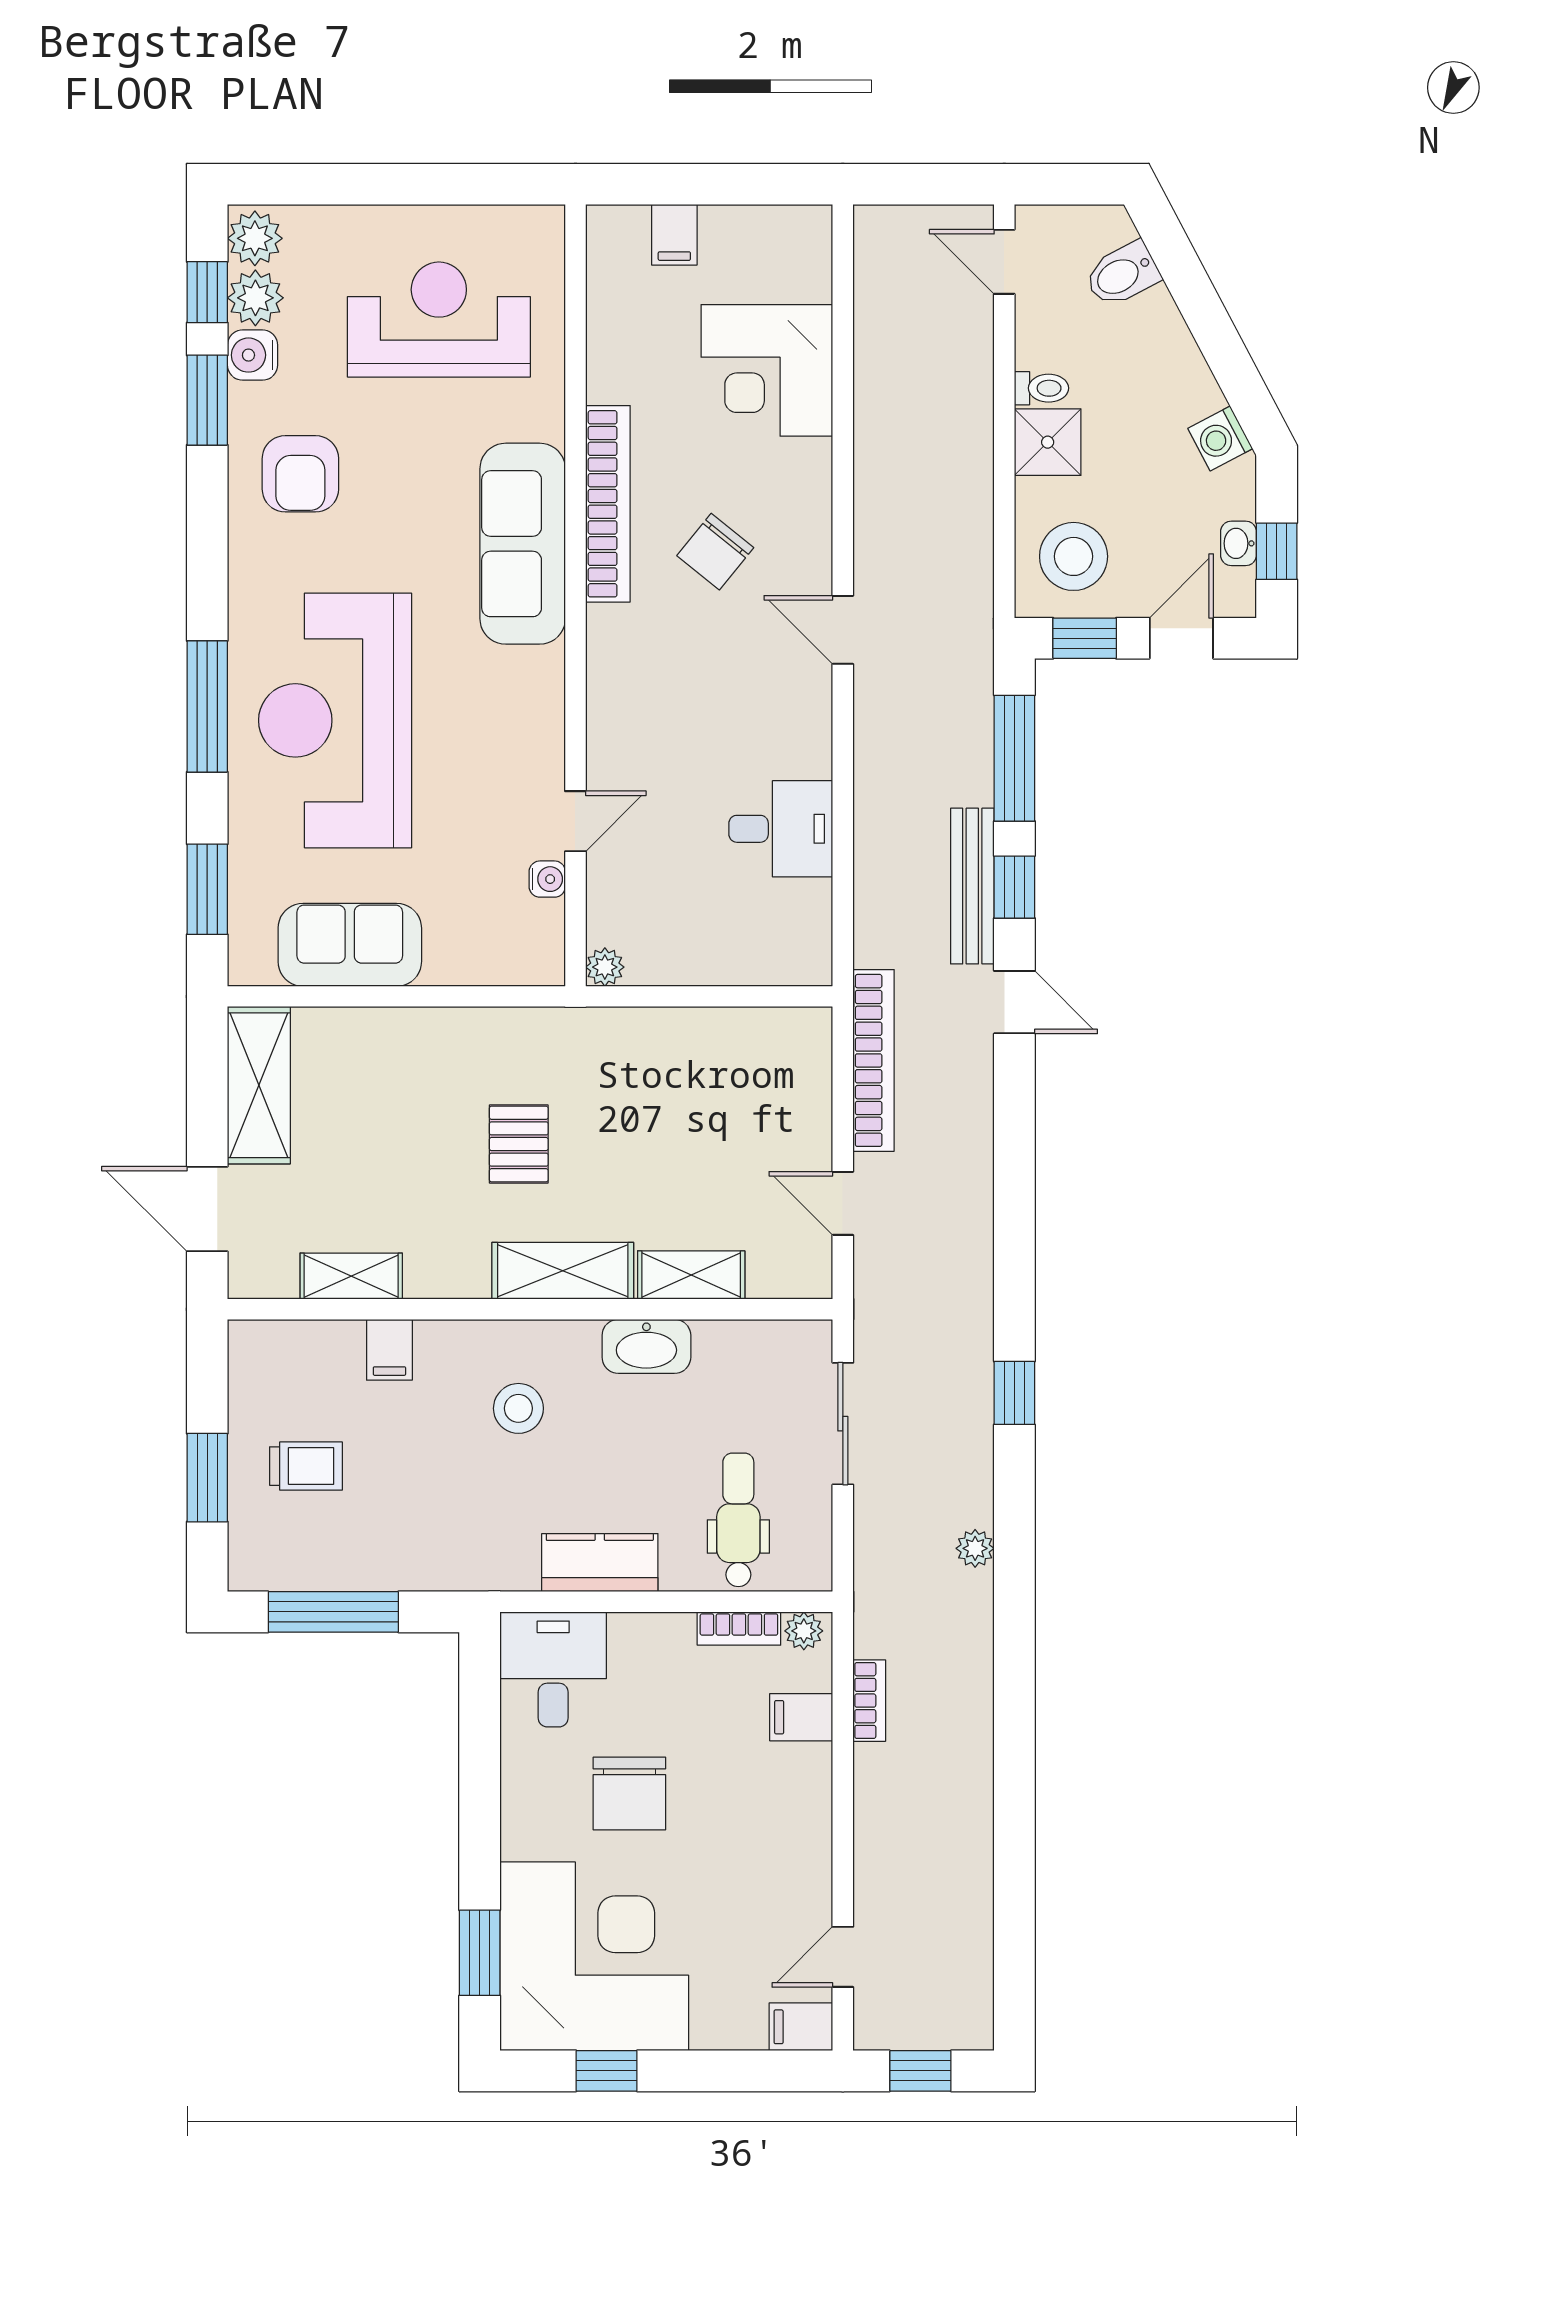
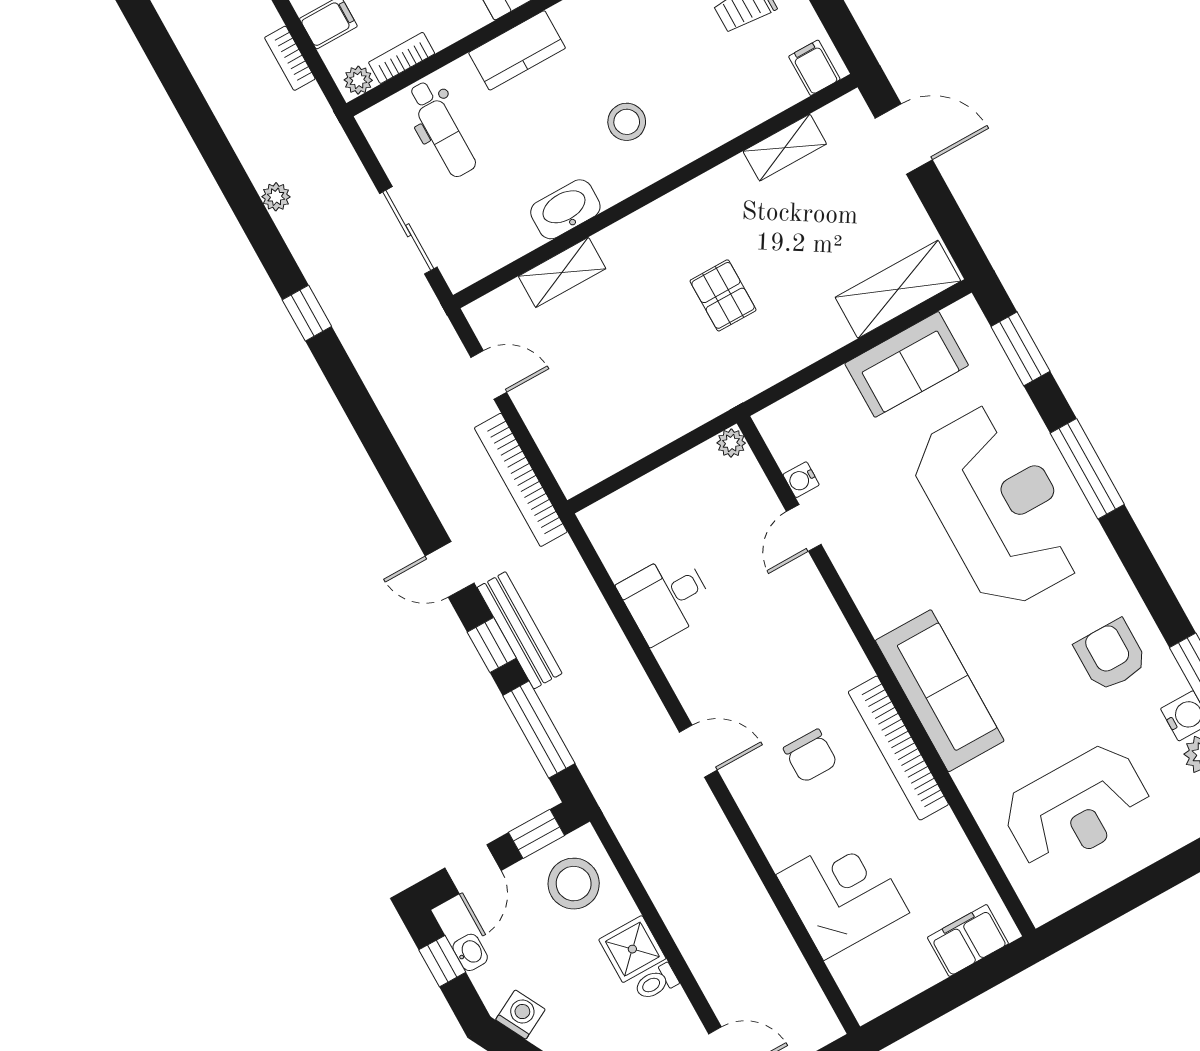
filing cabinet: (674, 235) -> (968, 940), width x2.00
chair: (715, 552) -> (810, 756), turned 141
shelving: (259, 1085) -> (898, 289), moved, turned 90
shelving: (563, 1271) -> (648, 228), removed
filing cabinet: (389, 1350) -> (814, 68), moved

